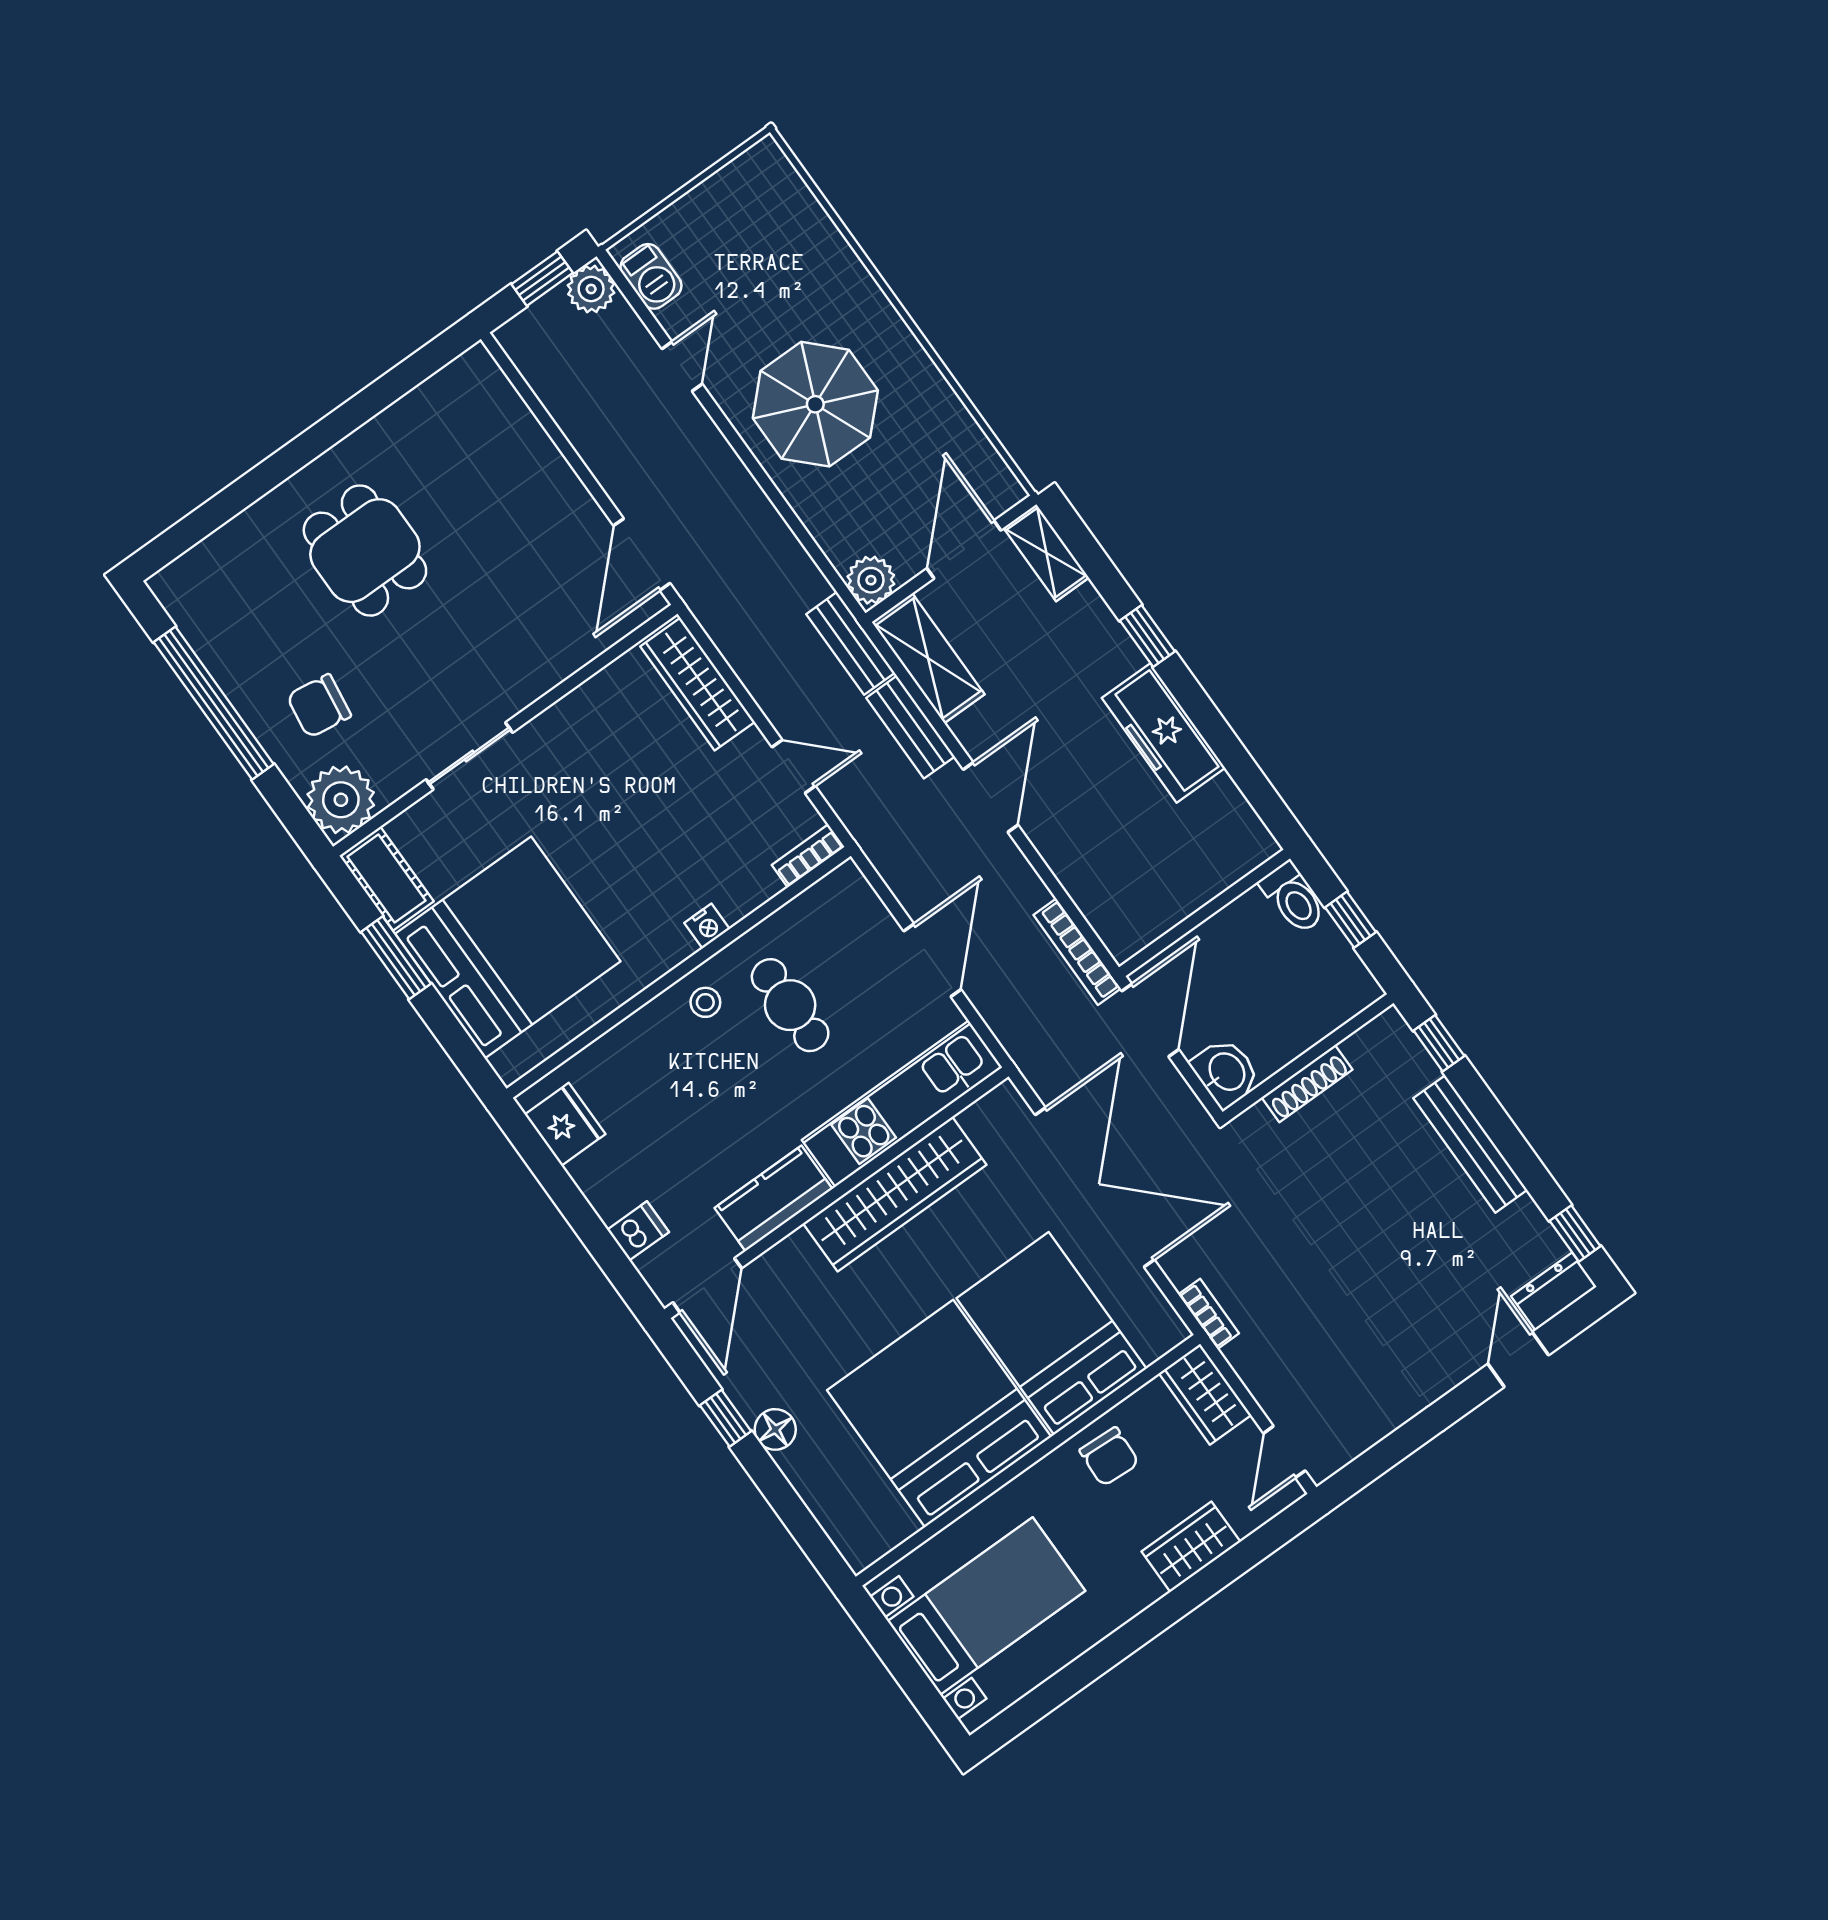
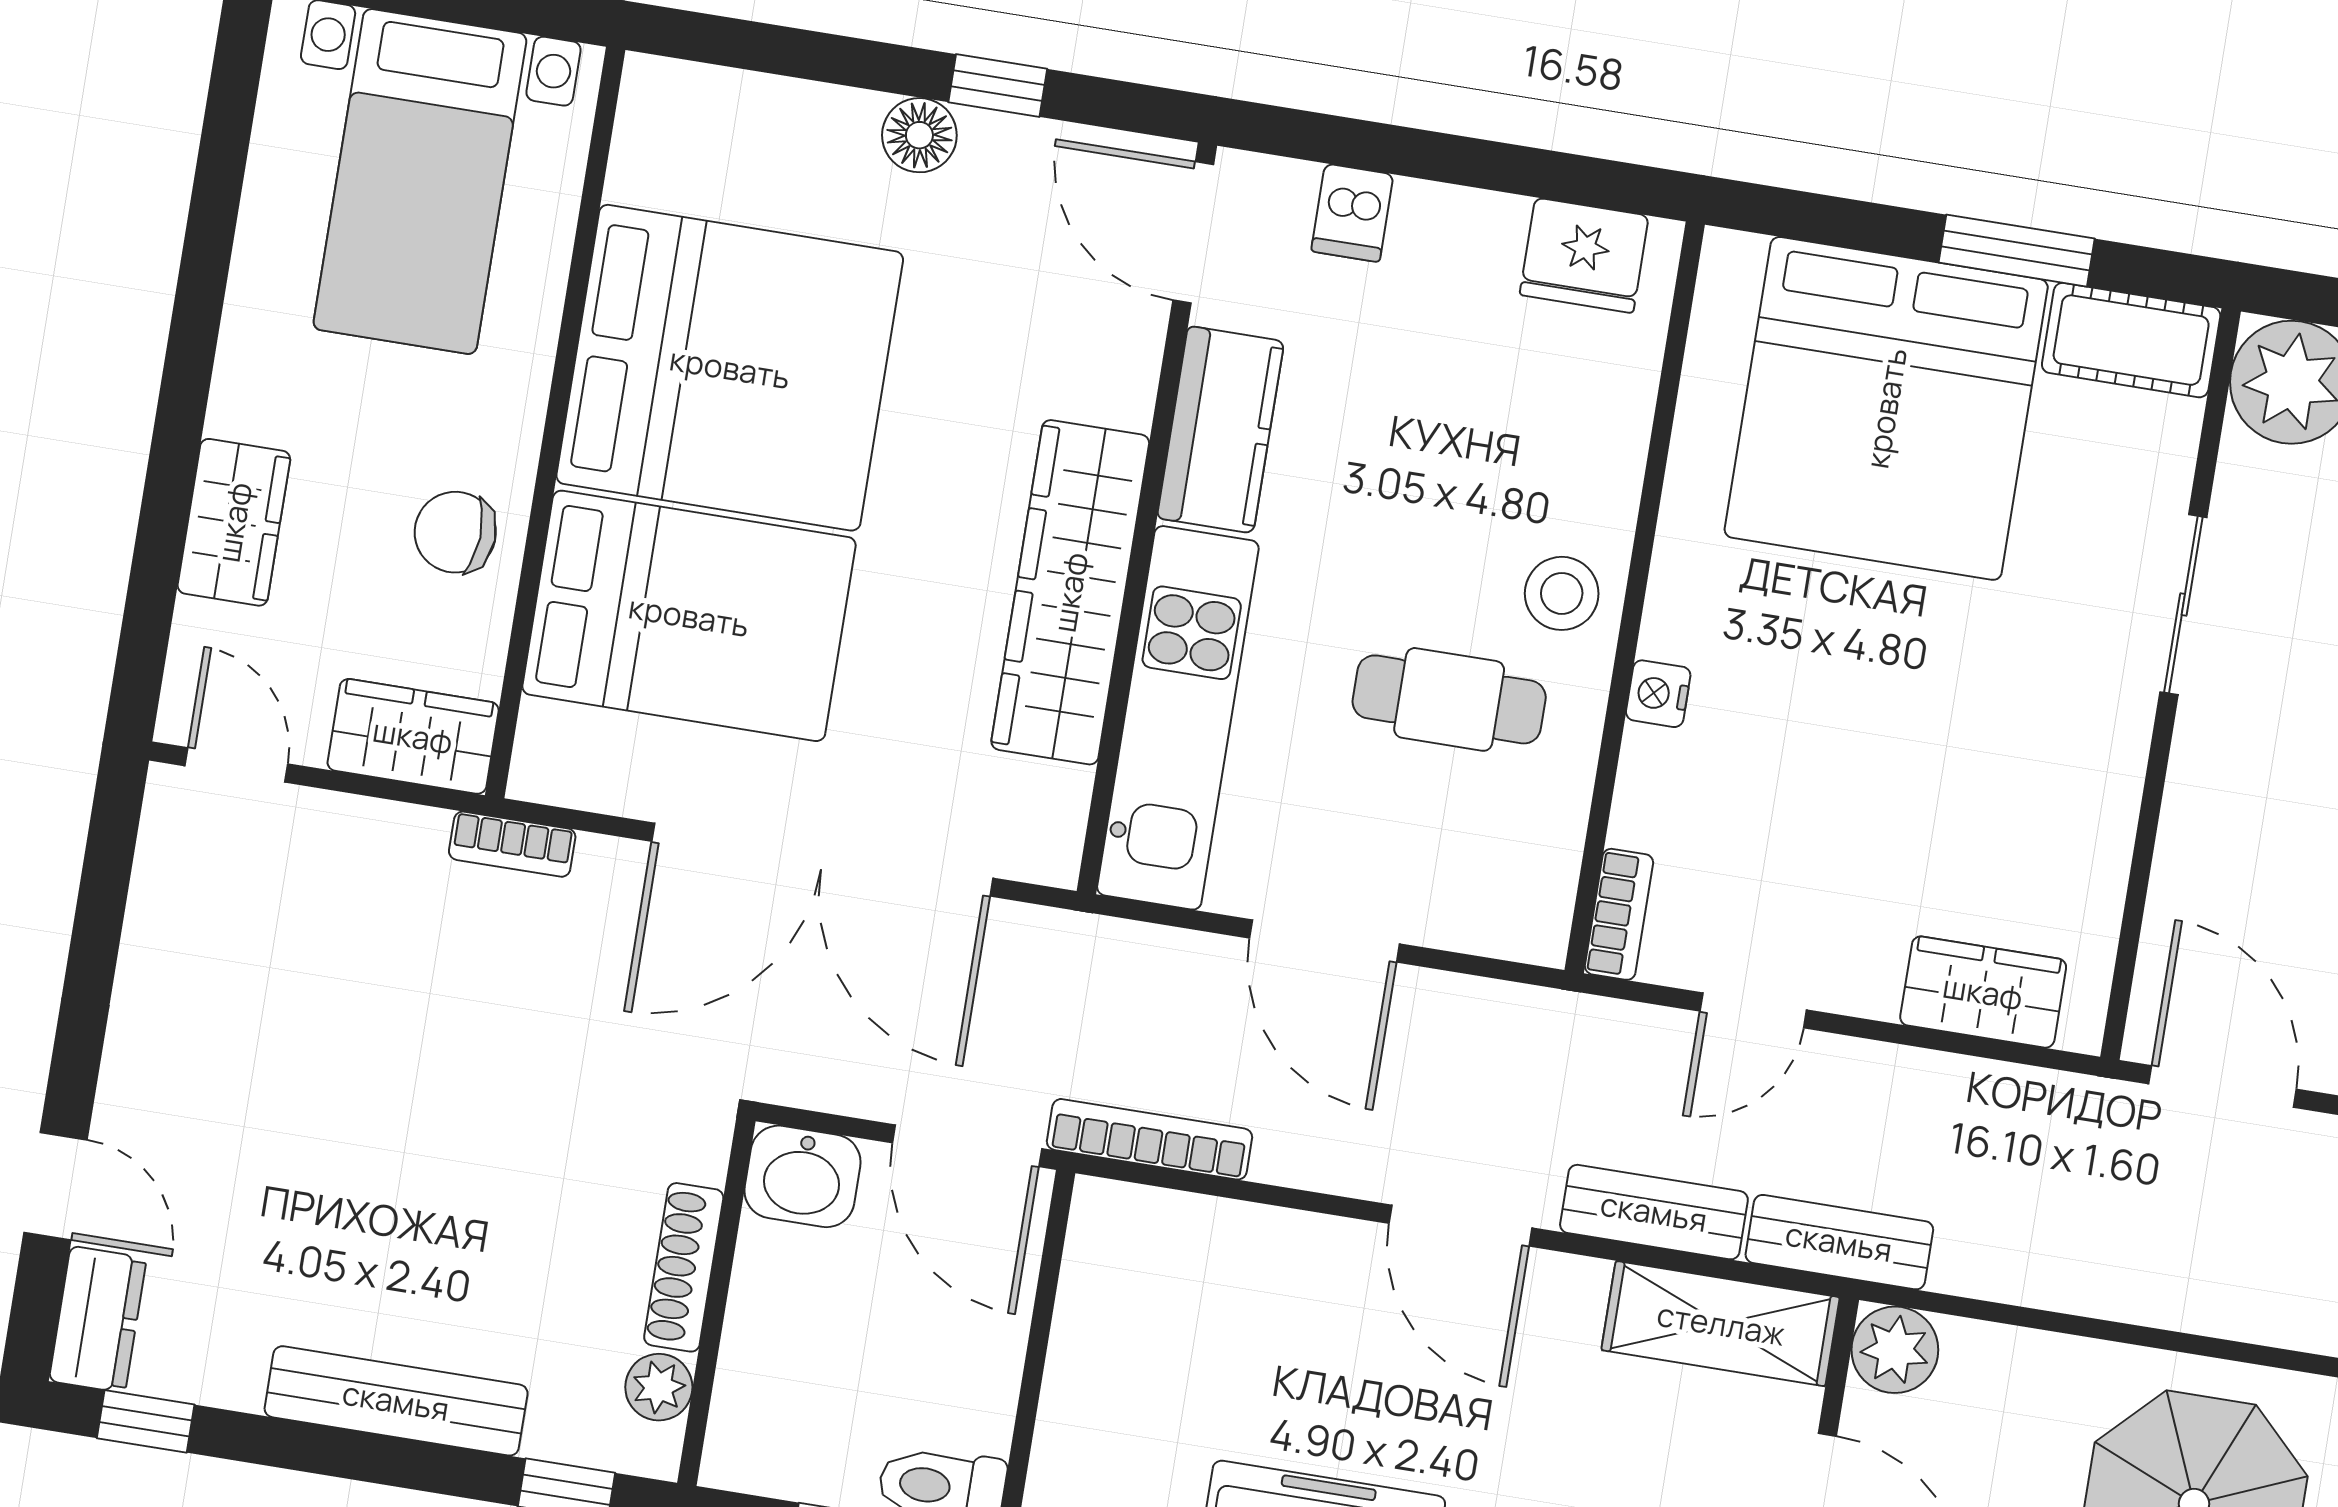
wardrobe: (698, 684) -> (1983, 992), width x0.67
stool: (705, 1002) -> (1562, 593), width x1.37, depth x1.37
plant: (1363, 1047) -> (659, 1387), added

